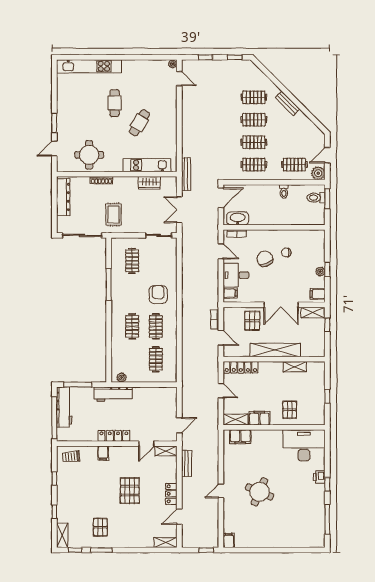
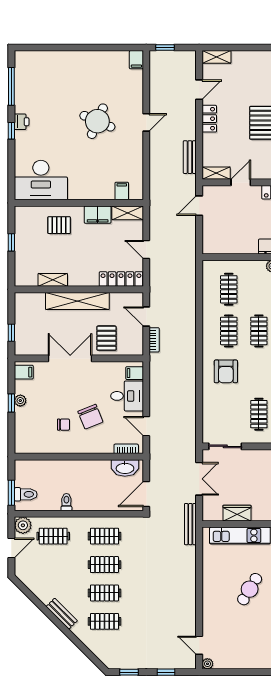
shelving: (313, 313) -> (30, 349), removed
pallet: (290, 410) -> (59, 225), turned 90
filing cabinet: (240, 437) -> (122, 191), width x0.50
printer: (319, 477) -> (22, 122), moved

